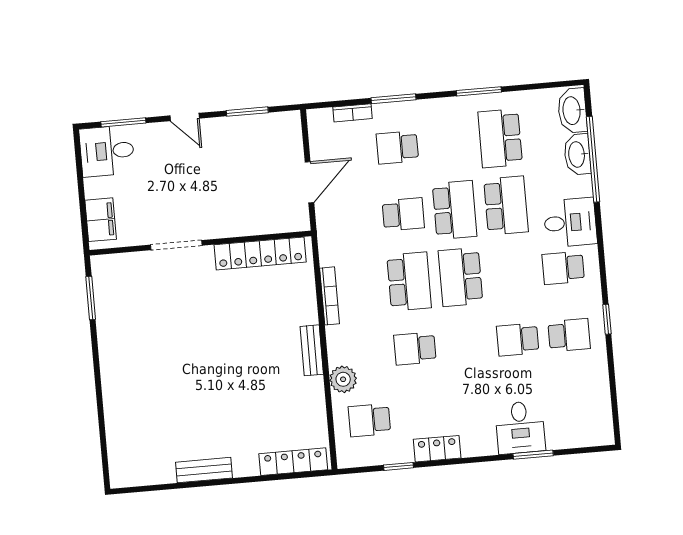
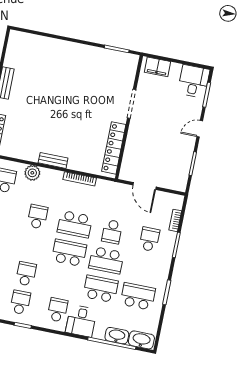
school desk: (506, 205) -> (101, 289), turned 180
school desk: (569, 335) -> (20, 302), turned 180

